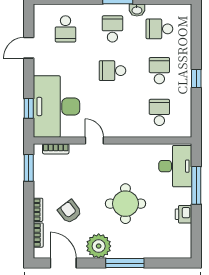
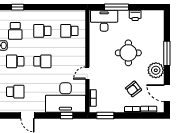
school desk: (112, 71) -> (42, 61), turned -90
window: (196, 78) -> (18, 7), moved
door: (63, 263) -> (167, 93), hinge flipped

